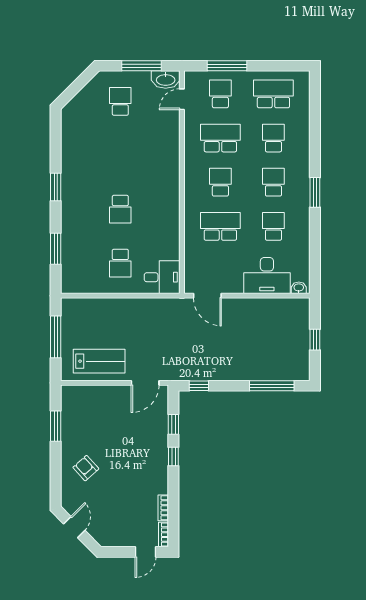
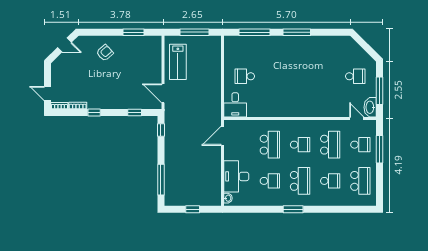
school desk: (273, 182) -> (300, 181), width x1.85
window: (56, 187) -> (297, 32), width x1.44
school desk: (120, 209) -> (282, 76), removed
window: (56, 249) -> (255, 32), width x1.44
window: (173, 456) -> (94, 113), moved

